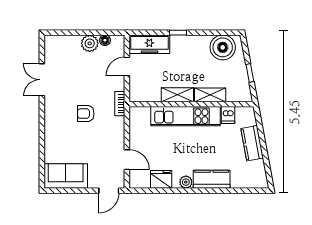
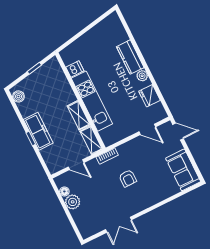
freezer: (149, 44) -> (38, 131), moved
boiler: (223, 47) -> (18, 96), width x0.54, depth x0.54
shelving: (210, 95) -> (91, 140), moved
kitchen counter: (252, 143) -> (87, 40), removed
door: (127, 160) -> (147, 129), swing flipped

